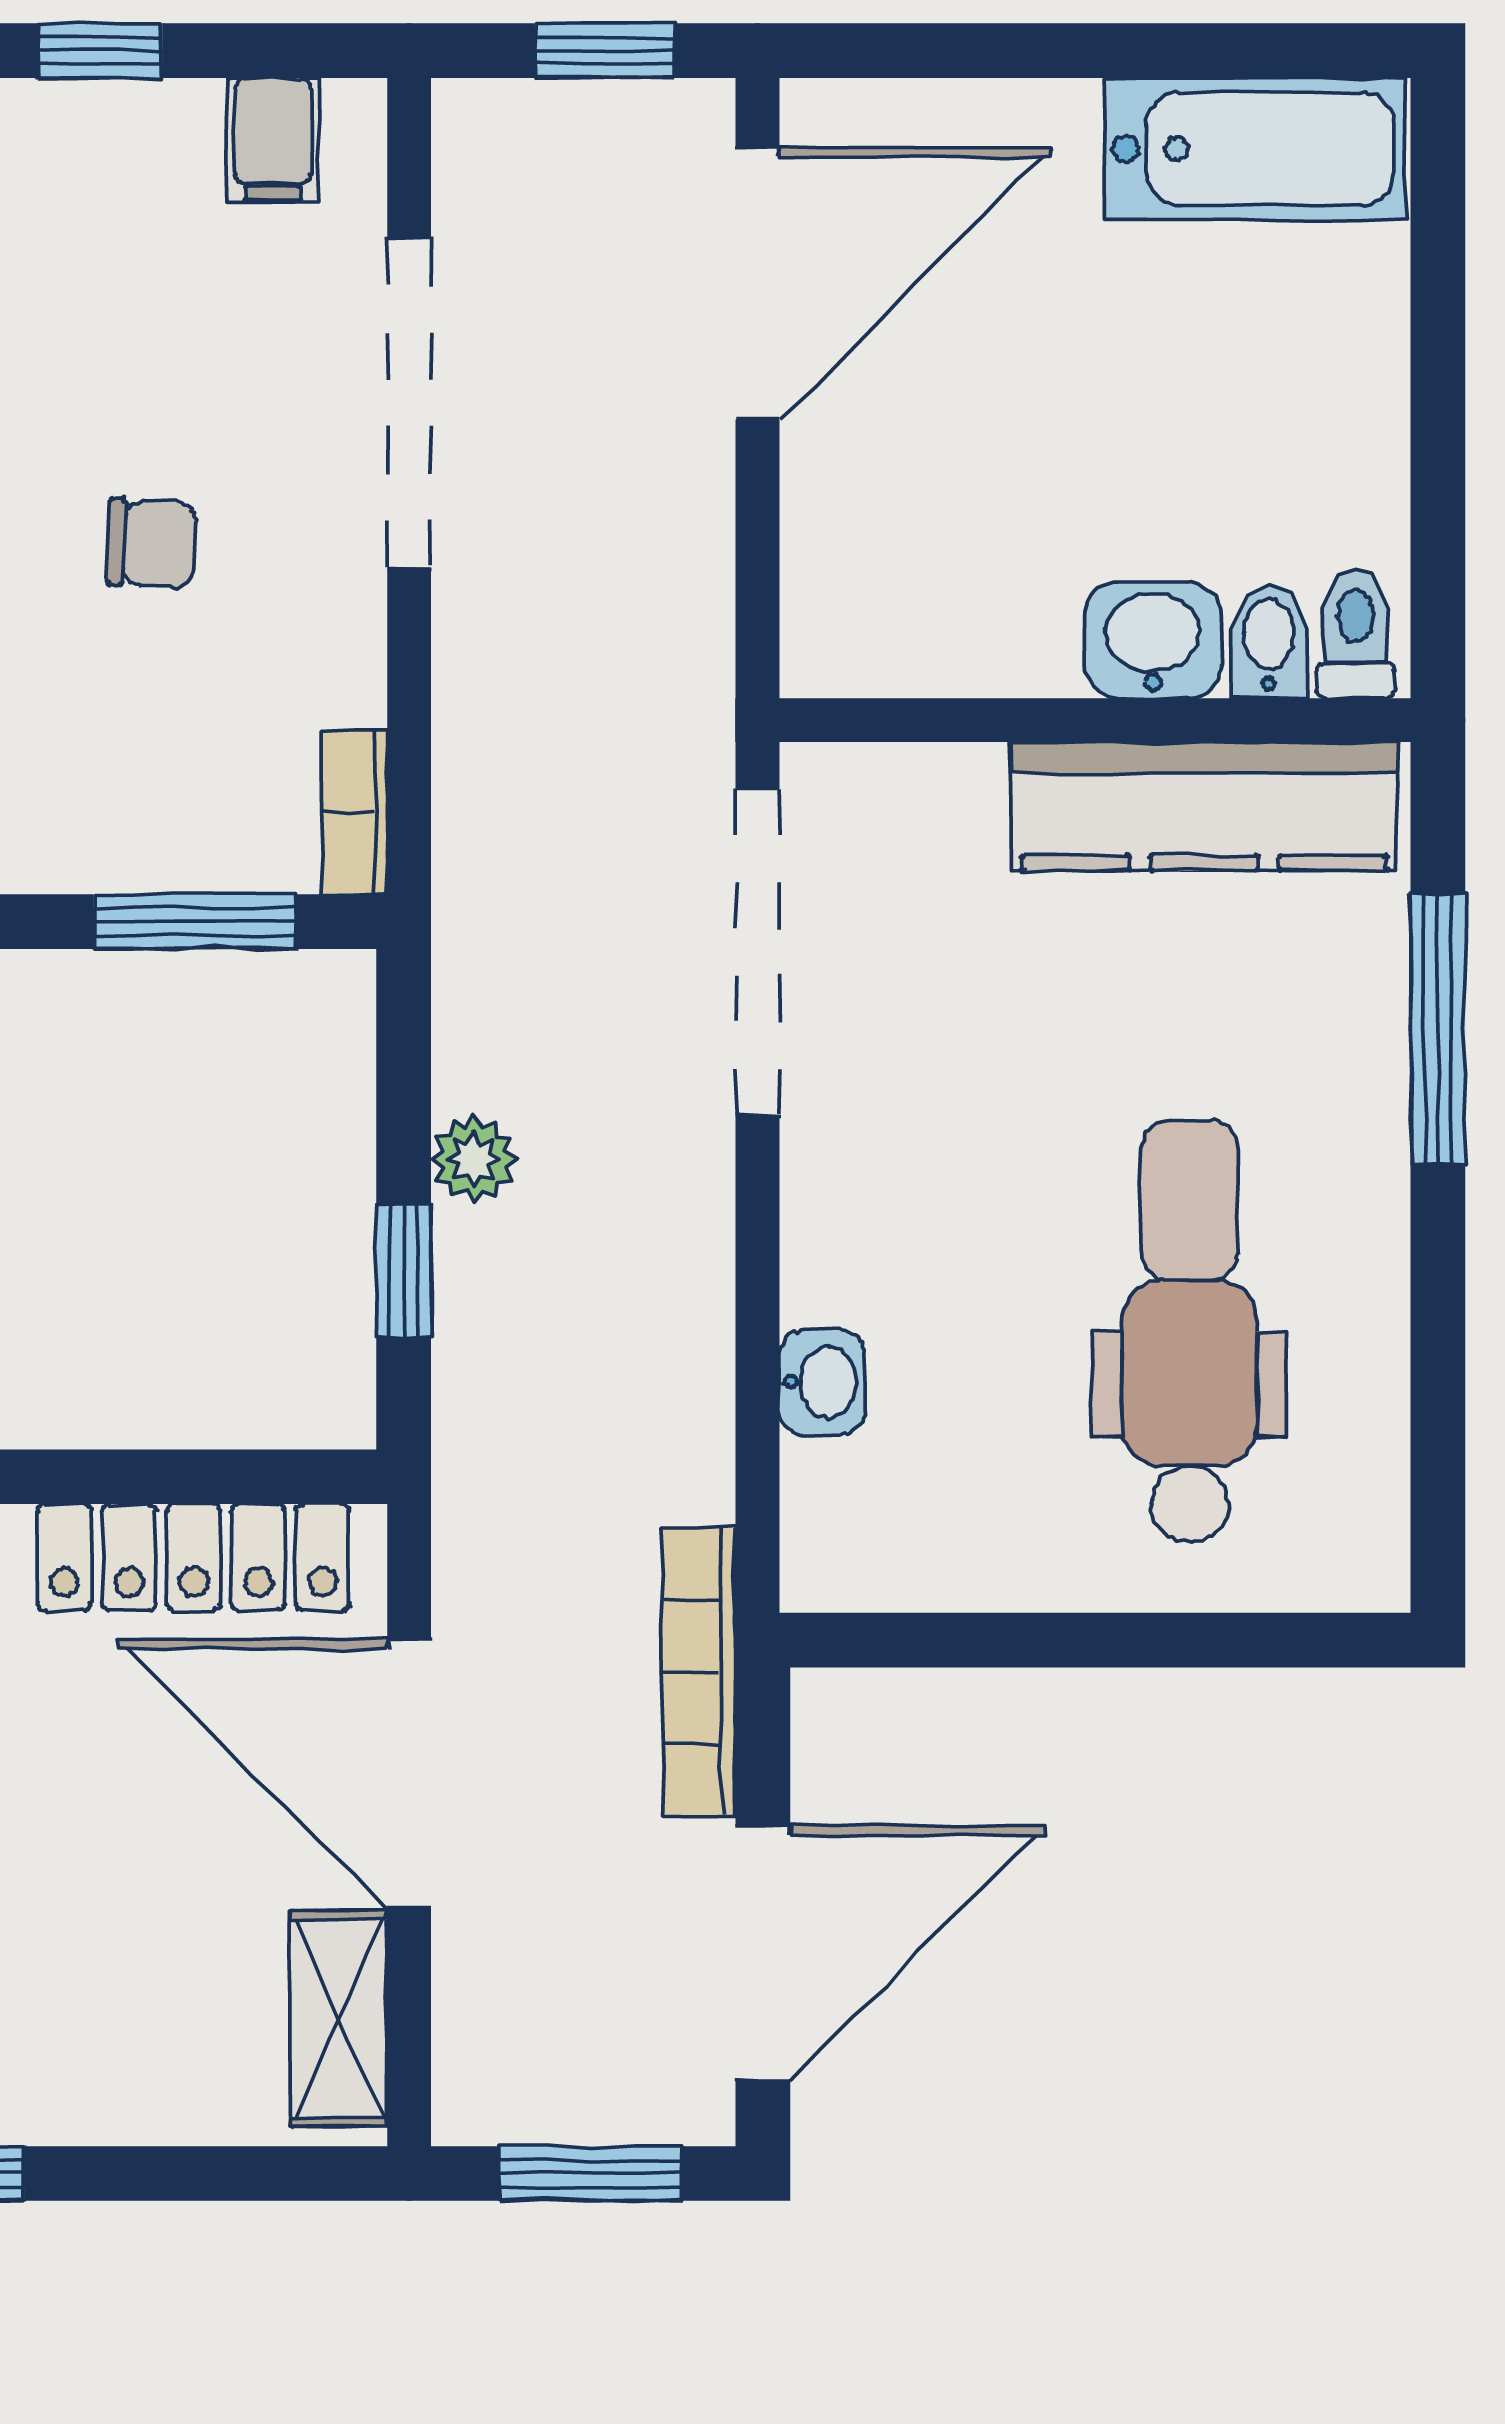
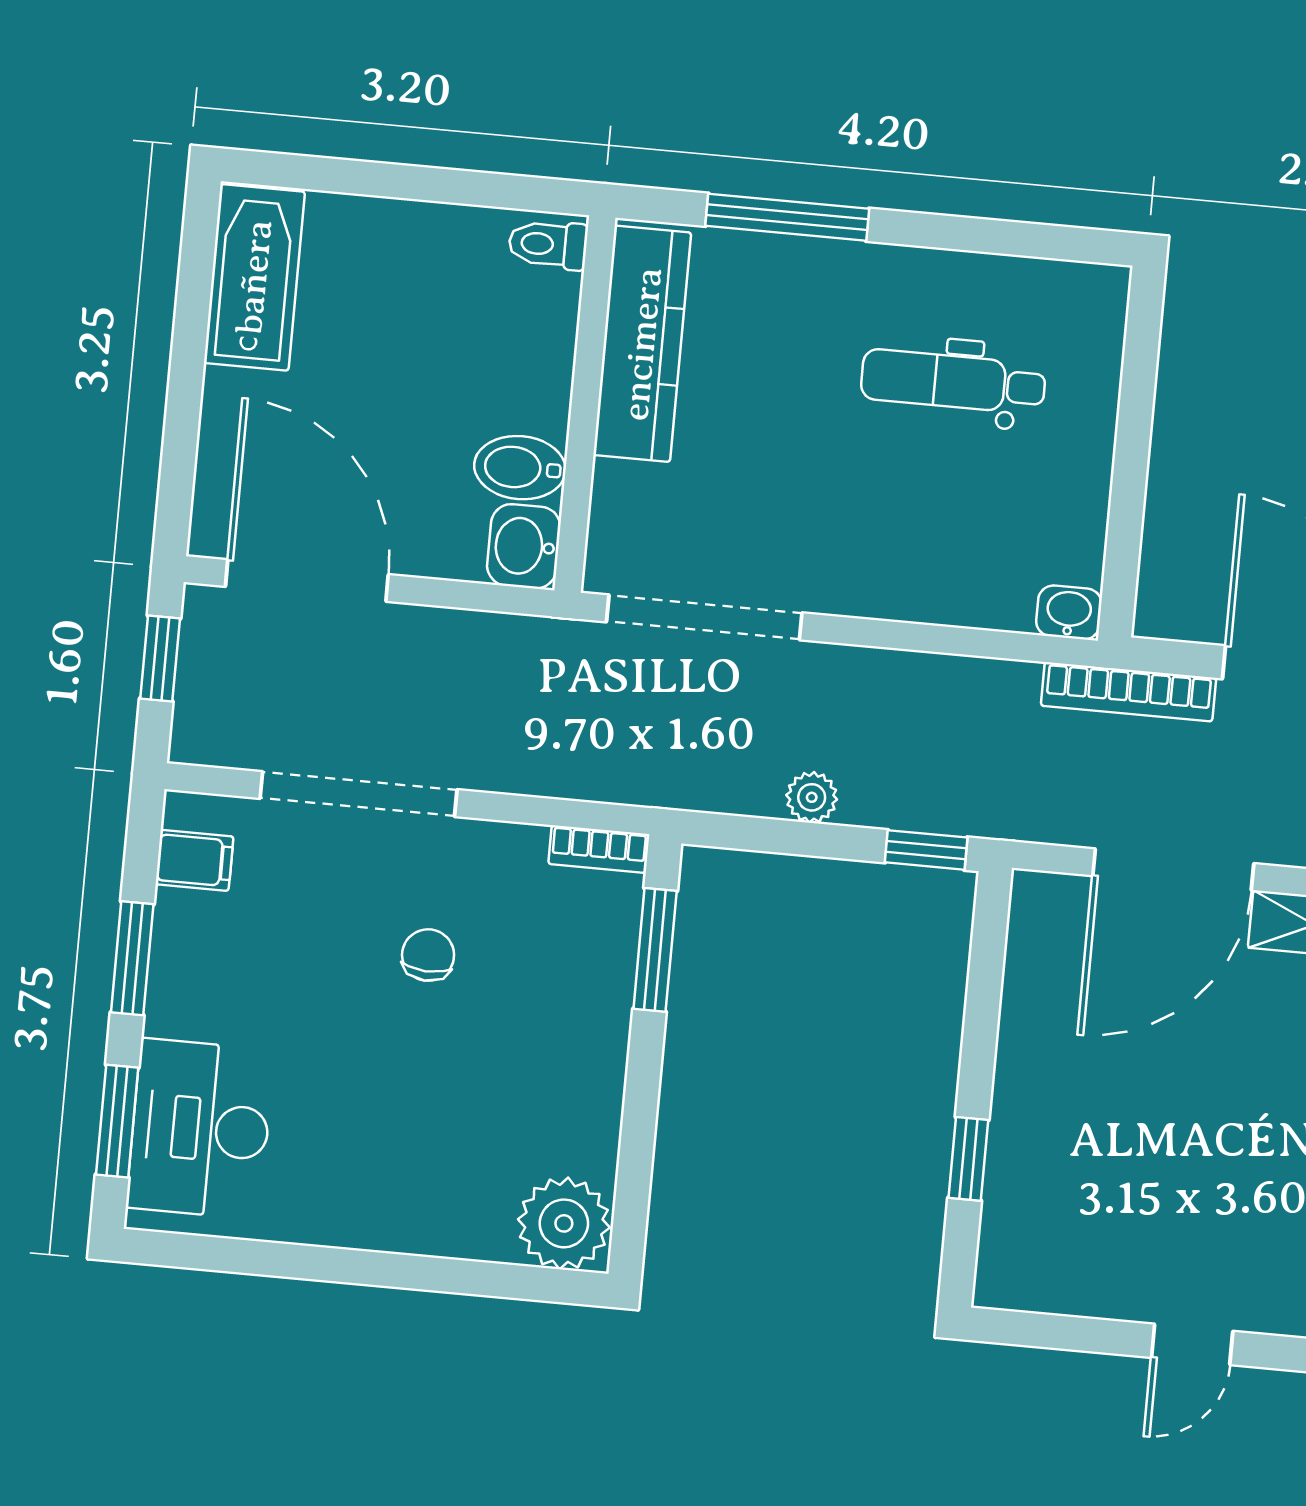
window: (100, 51) -> (132, 958), width x1.50
washbasin: (1153, 640) -> (524, 546), moved
bidet: (1269, 642) -> (520, 468), moved, width x1.38, depth x1.36
window: (404, 1271) -> (926, 850), moved
dental chair: (1190, 1331) -> (953, 381), width x0.73, depth x0.72
washbasin: (822, 1382) -> (1069, 612), moved
locker: (194, 1557) -> (1033, 986), removed

